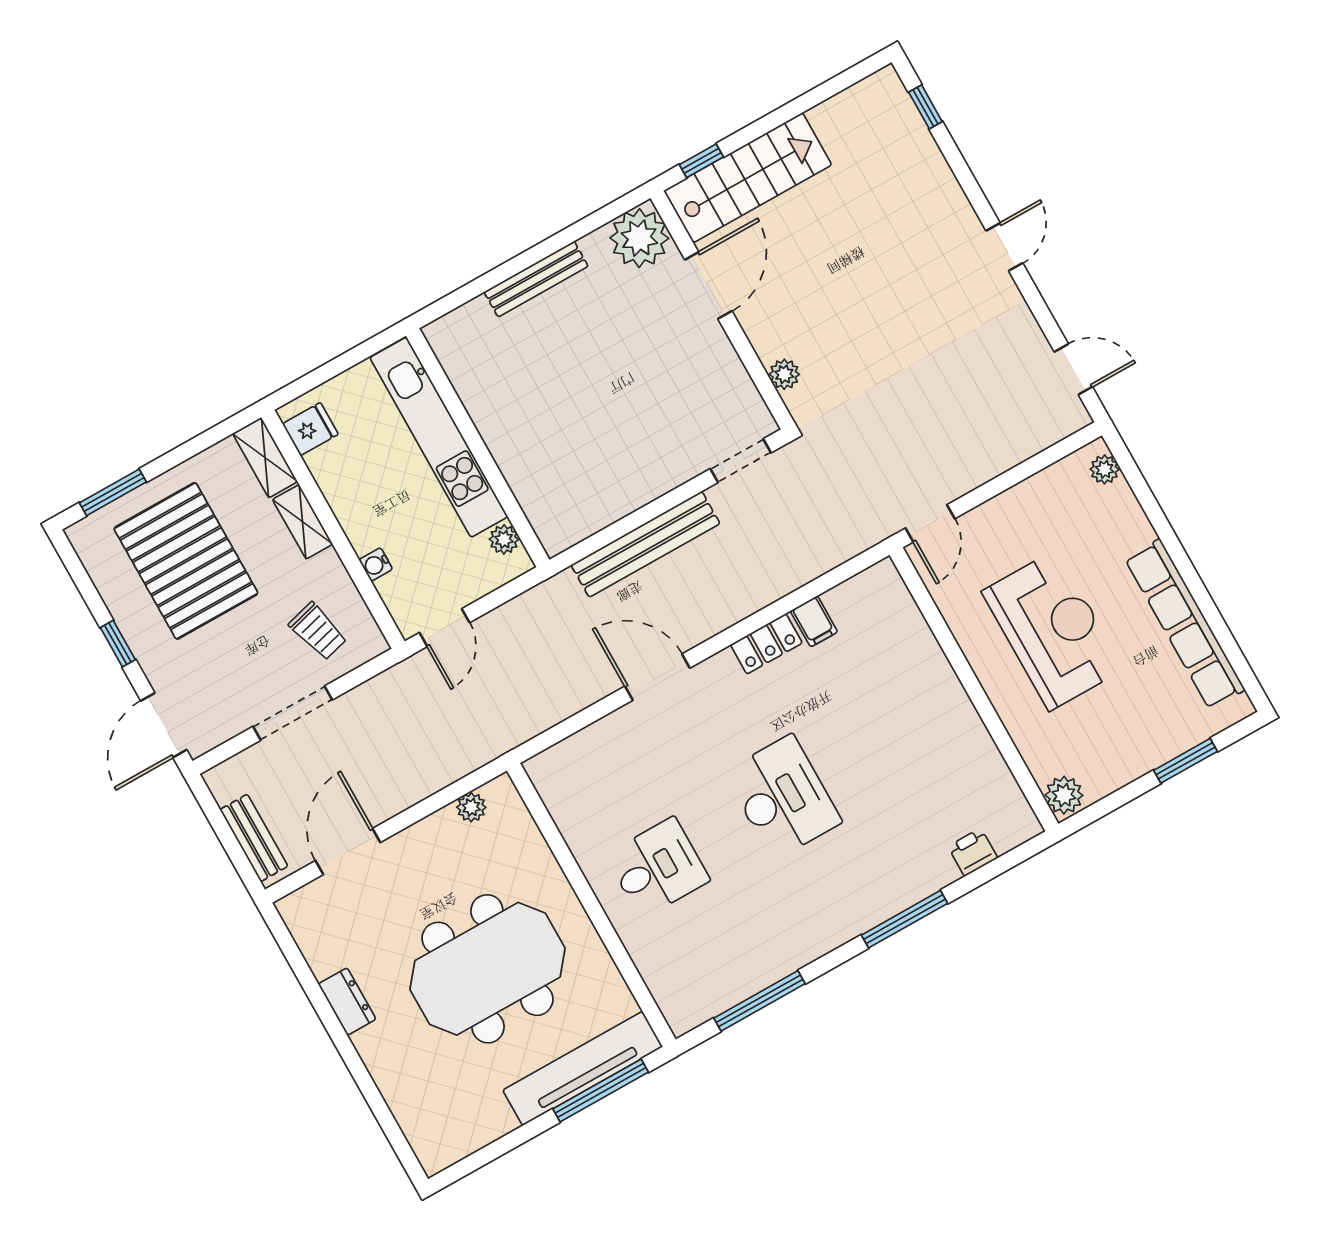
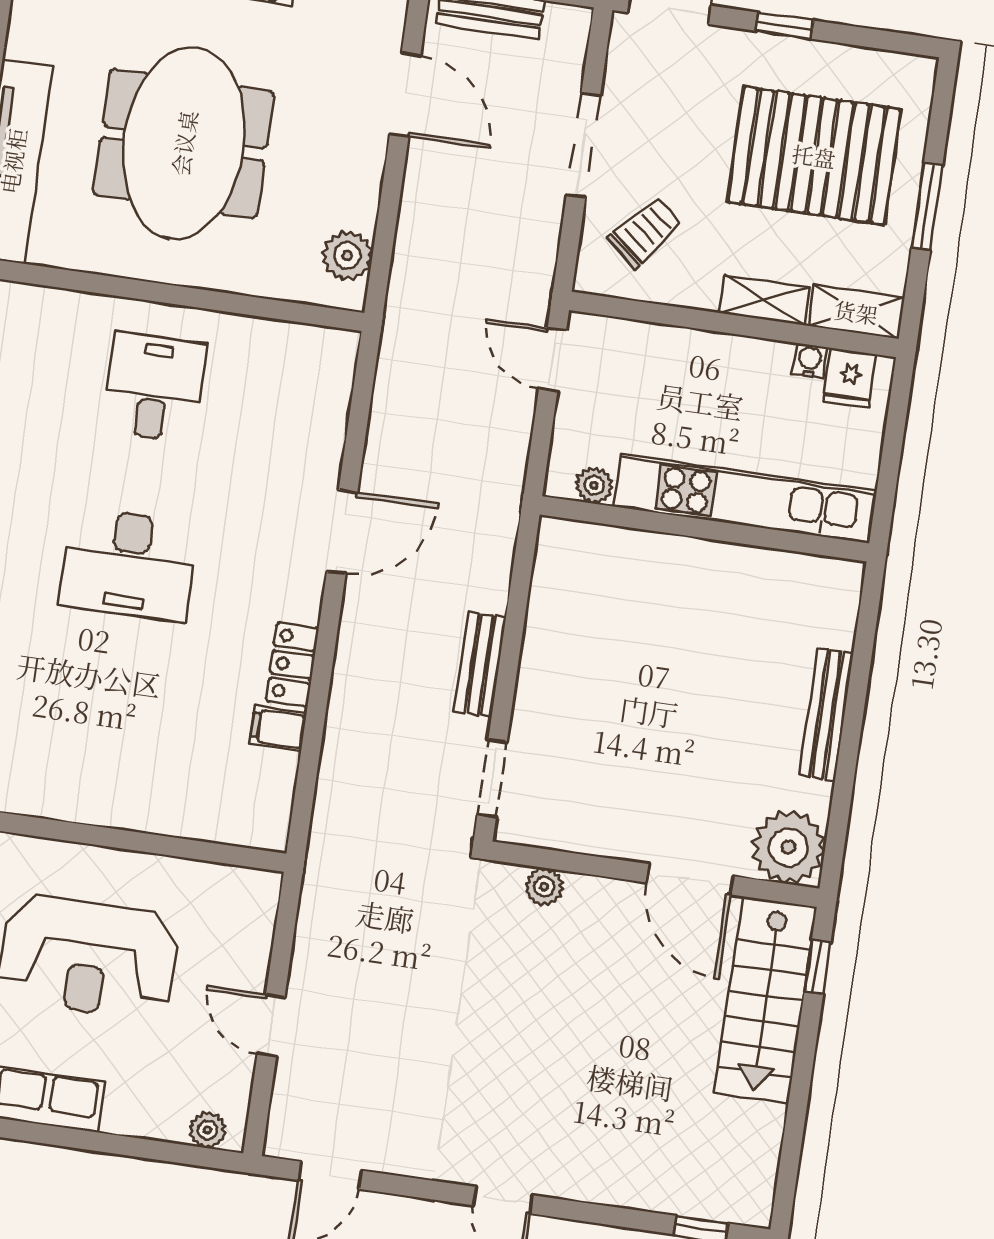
window: (113, 492) -> (927, 206), moved
door: (930, 523) -> (271, 1026), moved
bench: (645, 544) -> (480, 664), width x0.54, depth x0.82
water cooler: (376, 564) -> (810, 360), moved
trolley: (318, 631) -> (645, 232), turned 145
plant: (471, 807) -> (347, 256), width x1.38, depth x1.38
desk: (658, 868) -> (154, 388), turned 180

